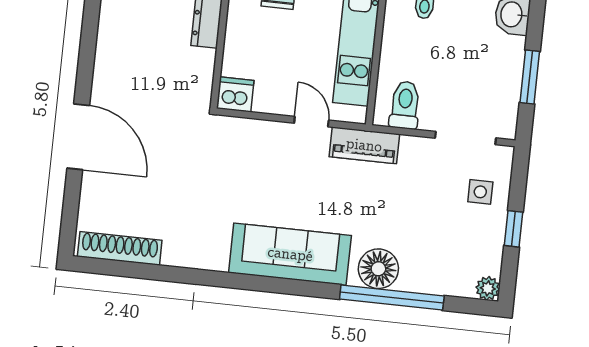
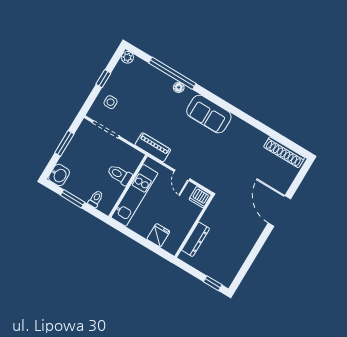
toilet: (405, 105) -> (120, 175), moved, turned 90
door: (311, 122) -> (182, 175), moved
sofa: (290, 254) -> (209, 114), width x0.73
floor lamp: (378, 269) -> (179, 87), width x0.53, depth x0.53

